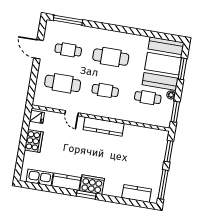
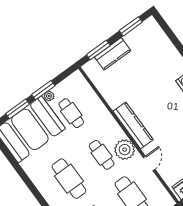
plant: (94, 107) -> (125, 150), added
window: (175, 112) -> (43, 90), moved
window: (163, 184) -> (131, 26), width x0.69
kitchen counter: (137, 193) -> (113, 54), moved, turned -90

